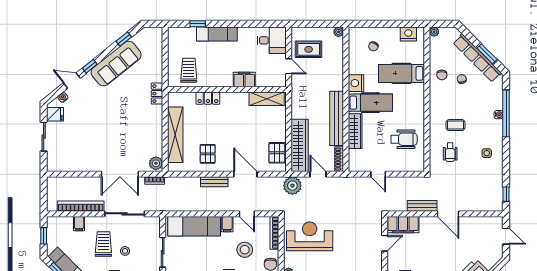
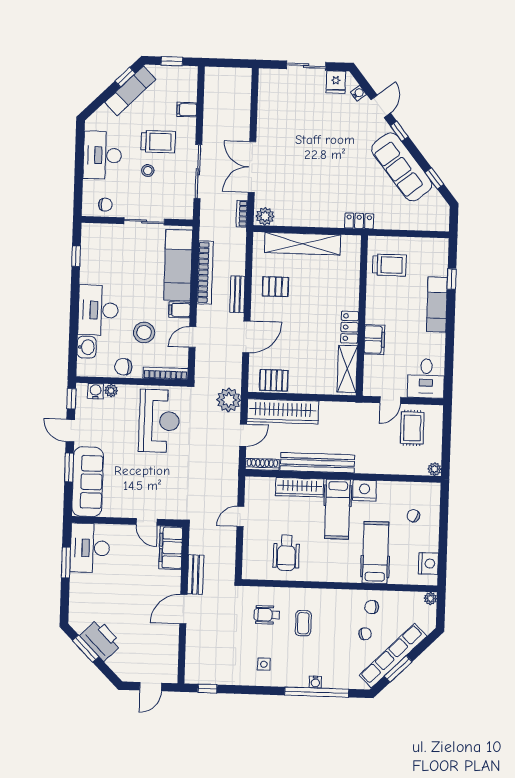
locker: (208, 98) -> (350, 327), moved
bookcase: (81, 206) -> (205, 272), moved

